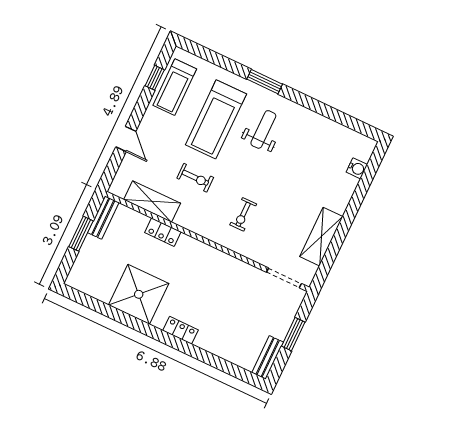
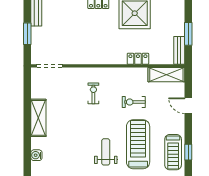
treadmill: (175, 87) -> (173, 152), turned 180
weight bench: (263, 129) -> (106, 152), turned 180
shelving: (152, 201) -> (166, 75), moved
shelving: (321, 237) -> (38, 118), moved

